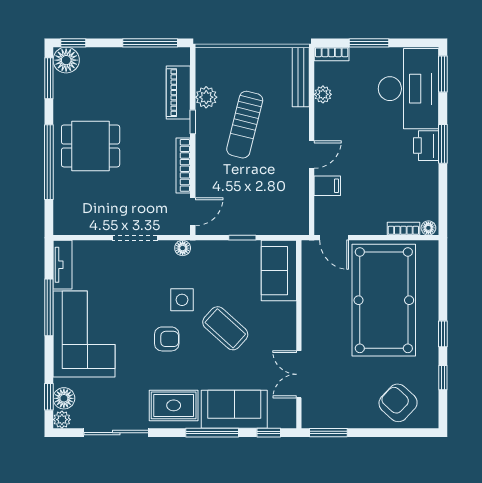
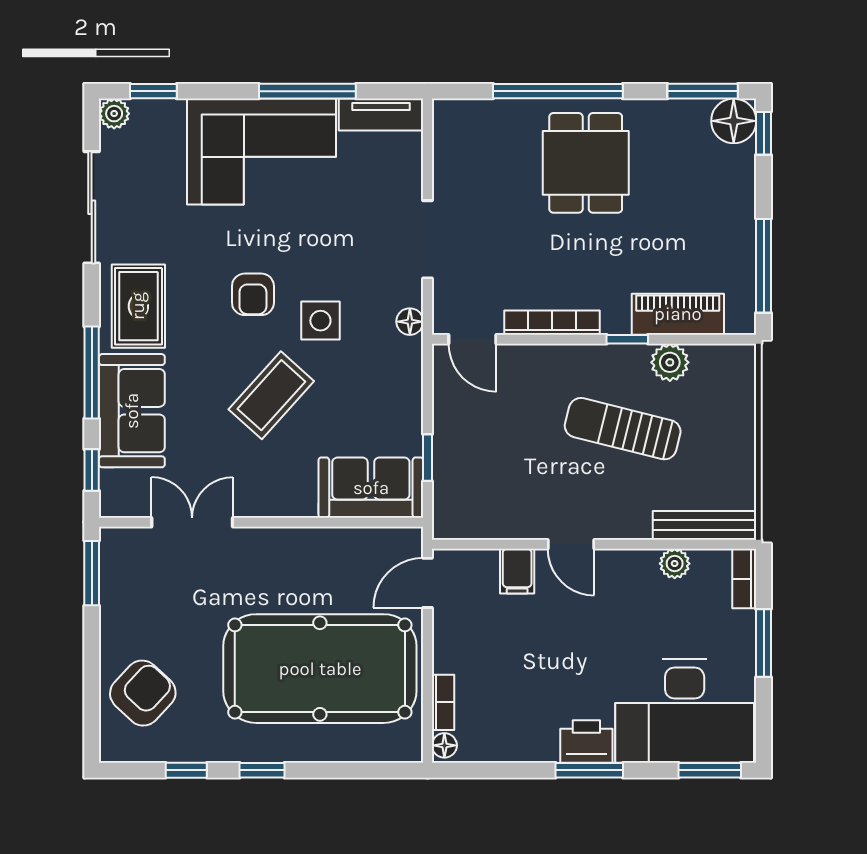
window: (242, 238) -> (428, 458), moved
floor lamp: (64, 398) -> (151, 117), removed

